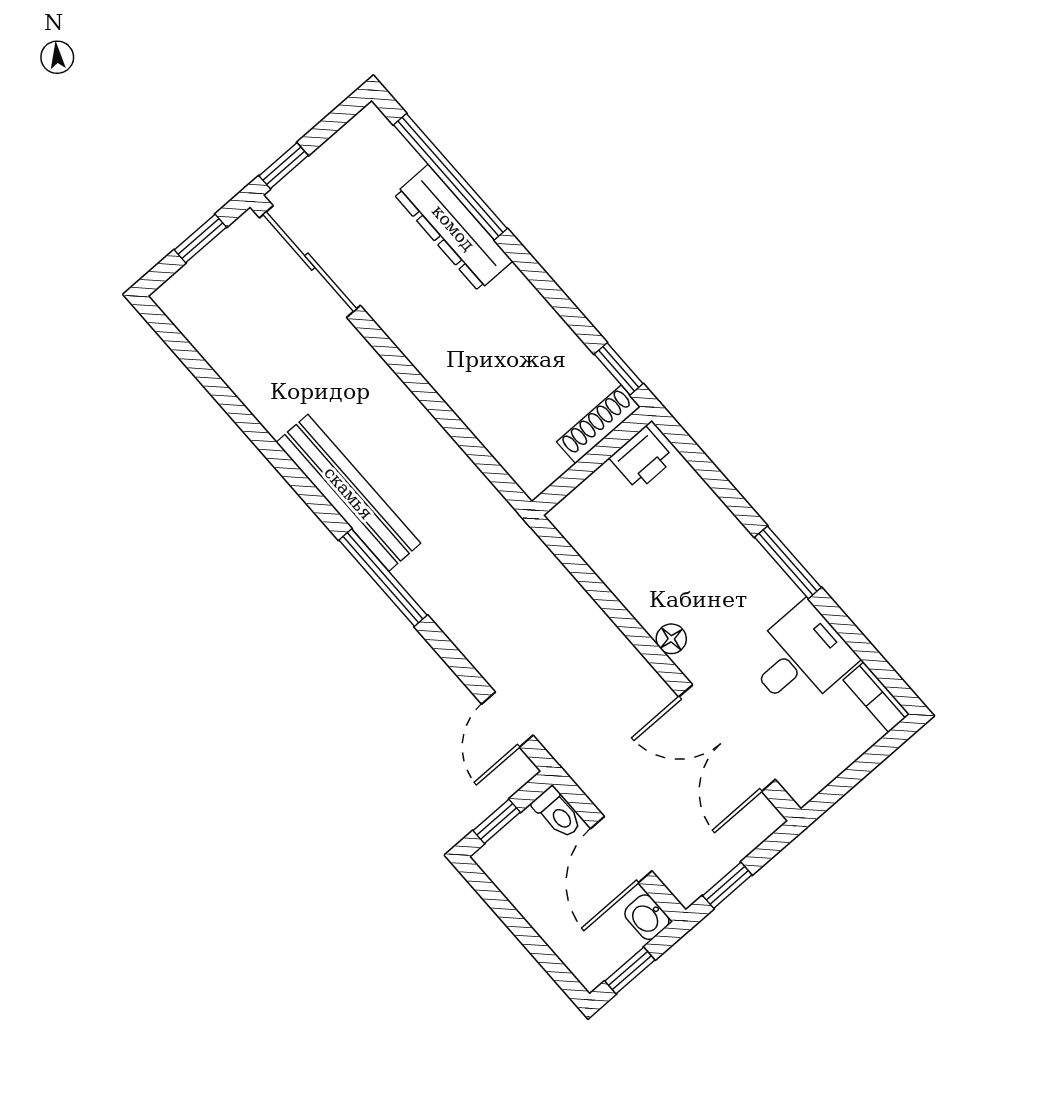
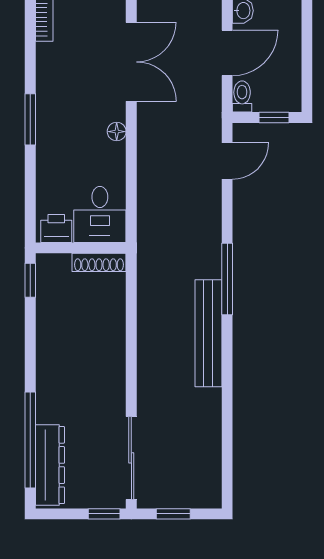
dresser: (453, 228) -> (50, 465), moved
shoe rack: (599, 424) -> (99, 262), moved
desk: (800, 658) -> (100, 214), moved, turned -90

